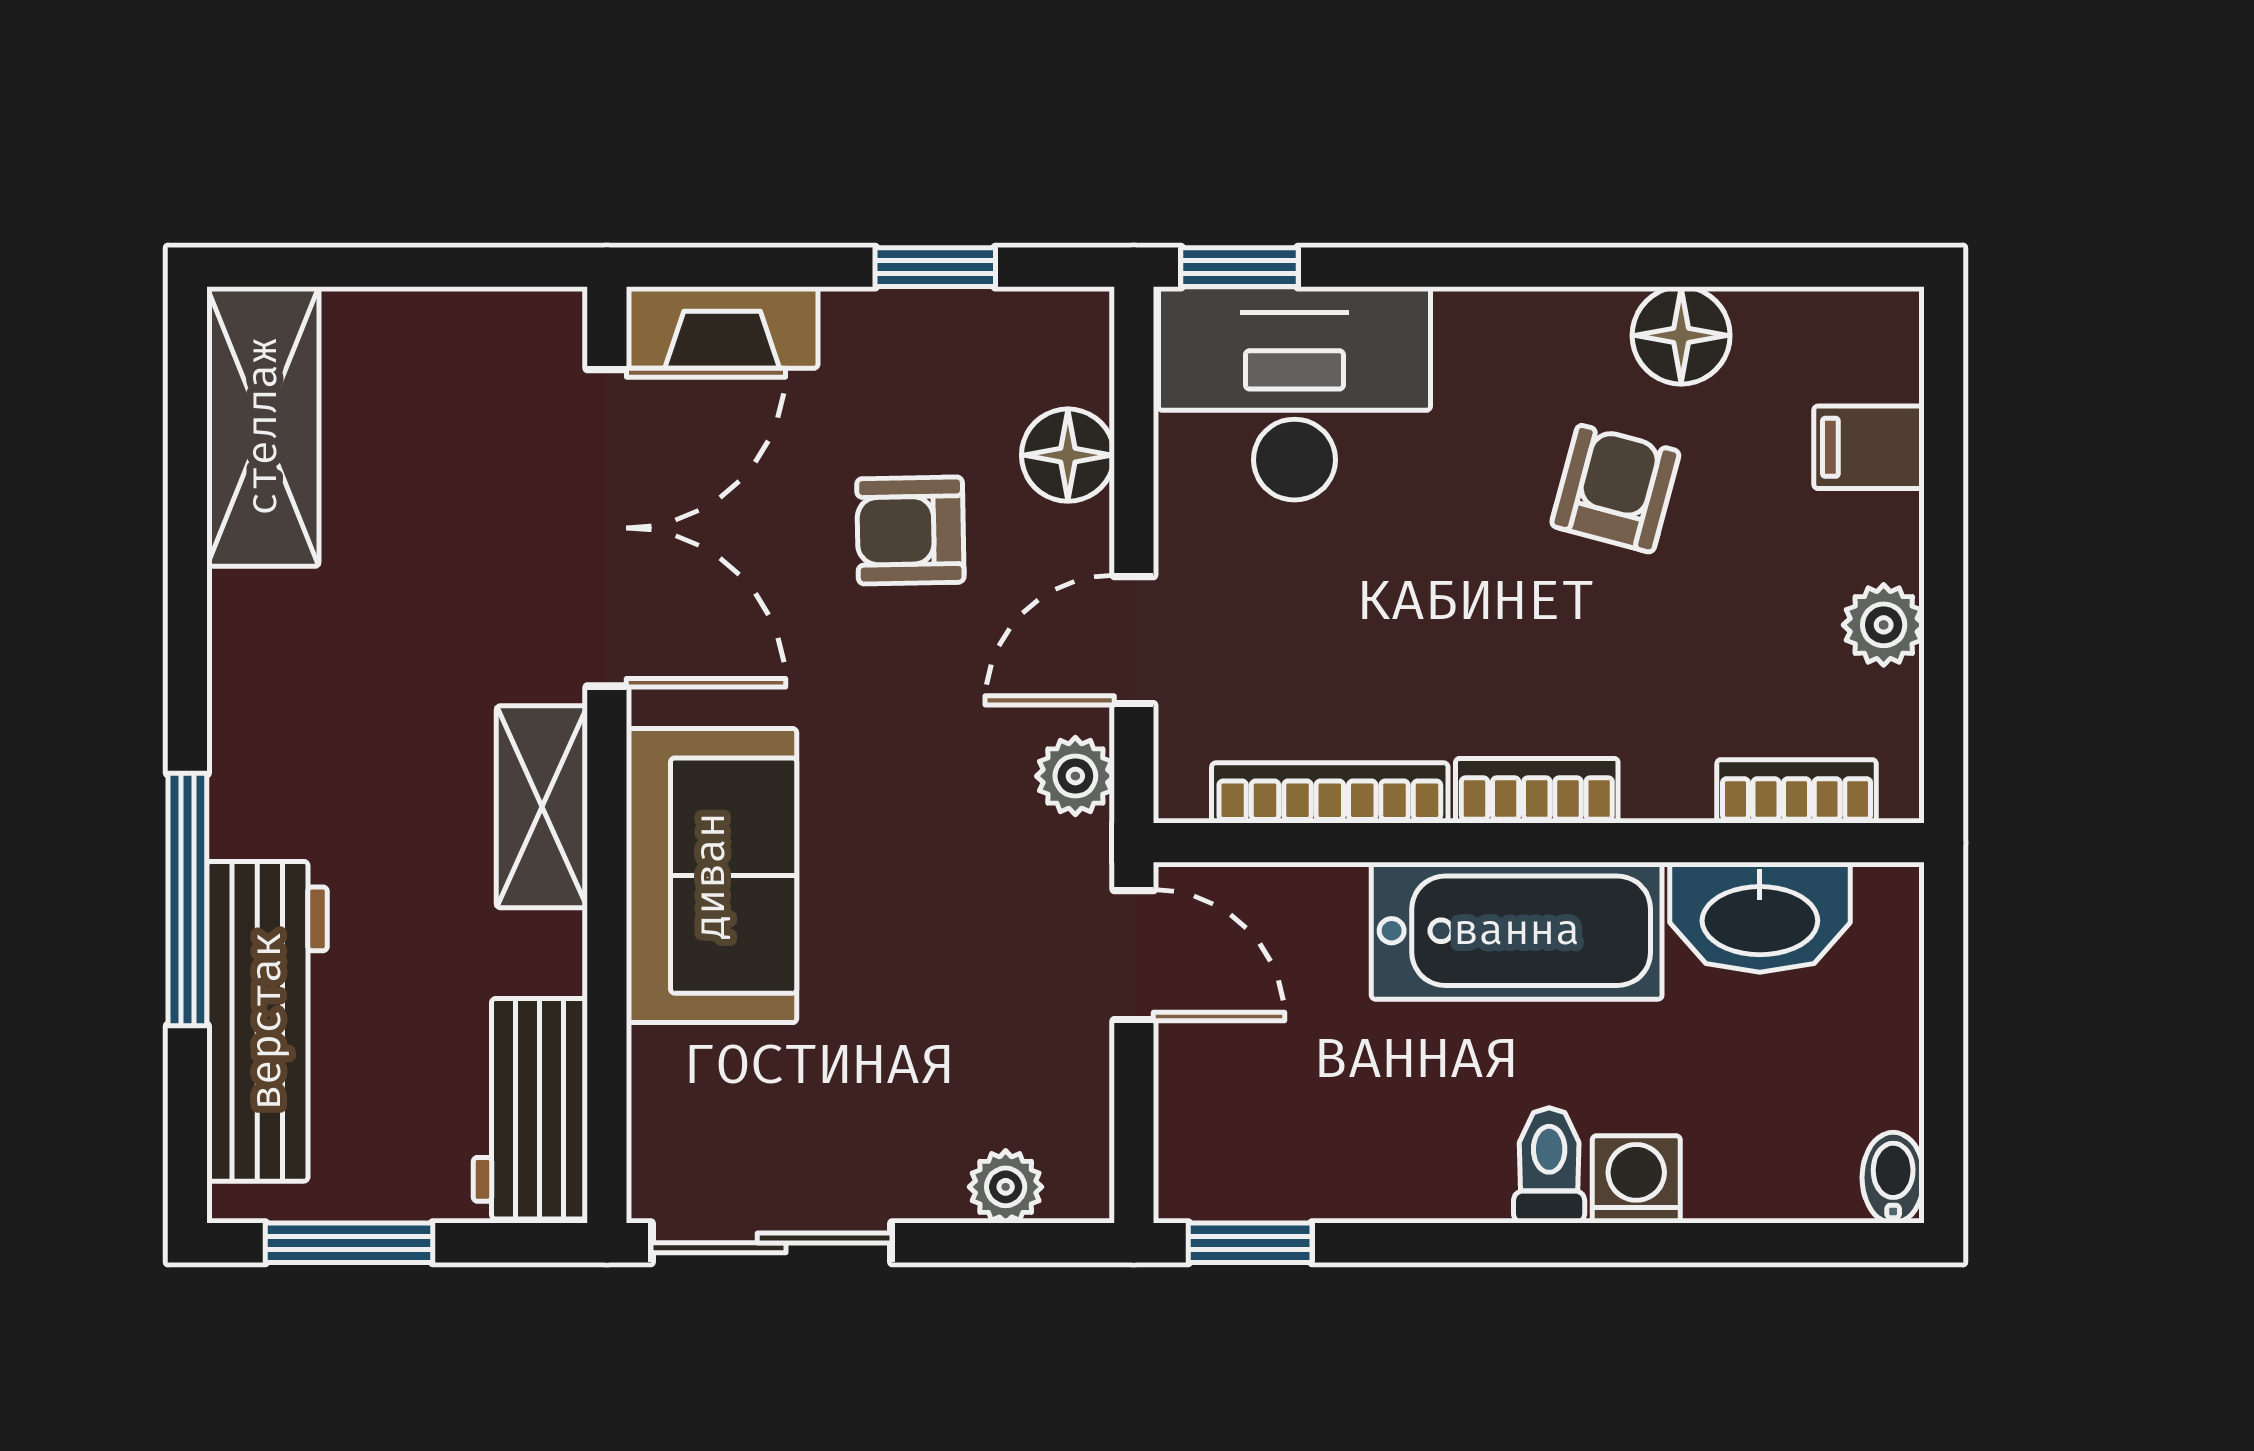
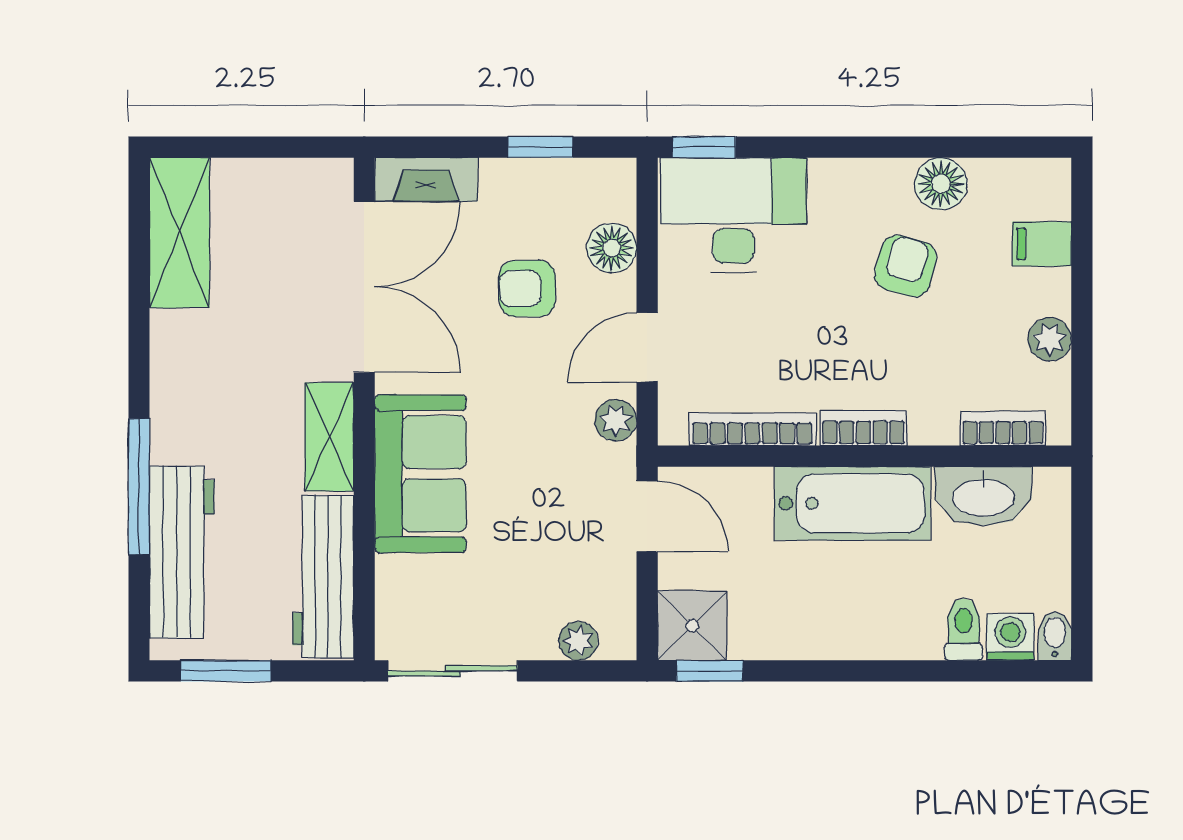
workbench: (530, 1109) -> (323, 577), width x1.38
shower: (1218, 1159) -> (692, 626), added
toilet: (1549, 1165) -> (964, 629), moved
washing machine: (1636, 1179) -> (1010, 637), moved

